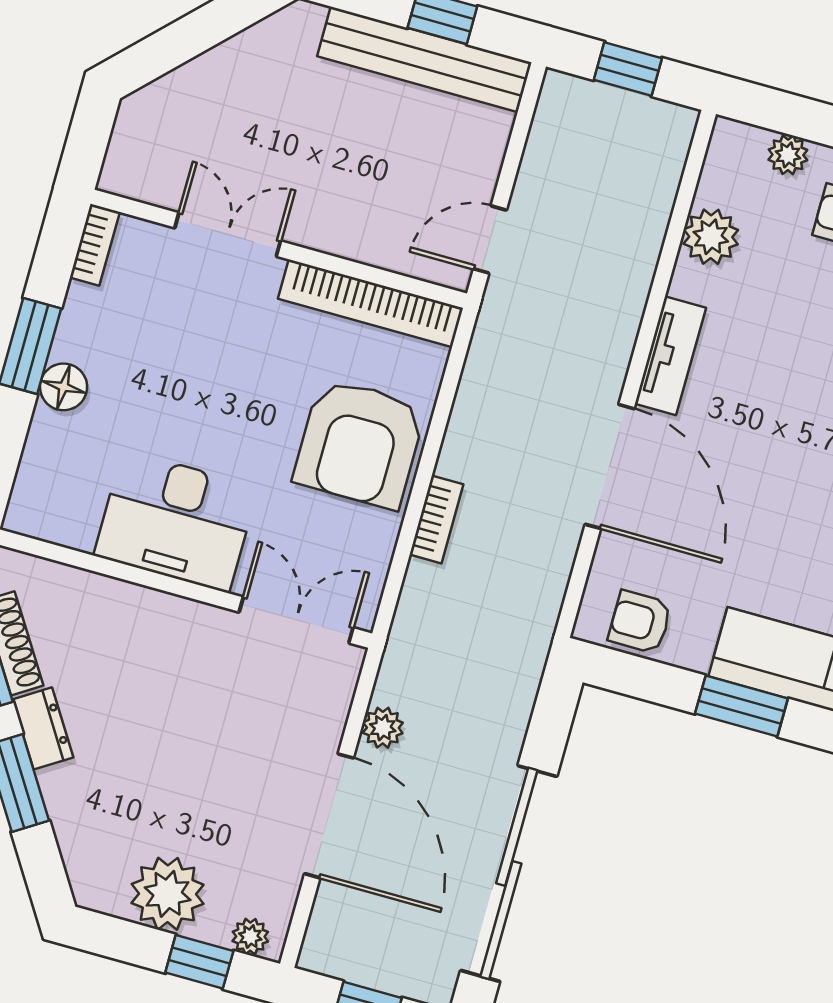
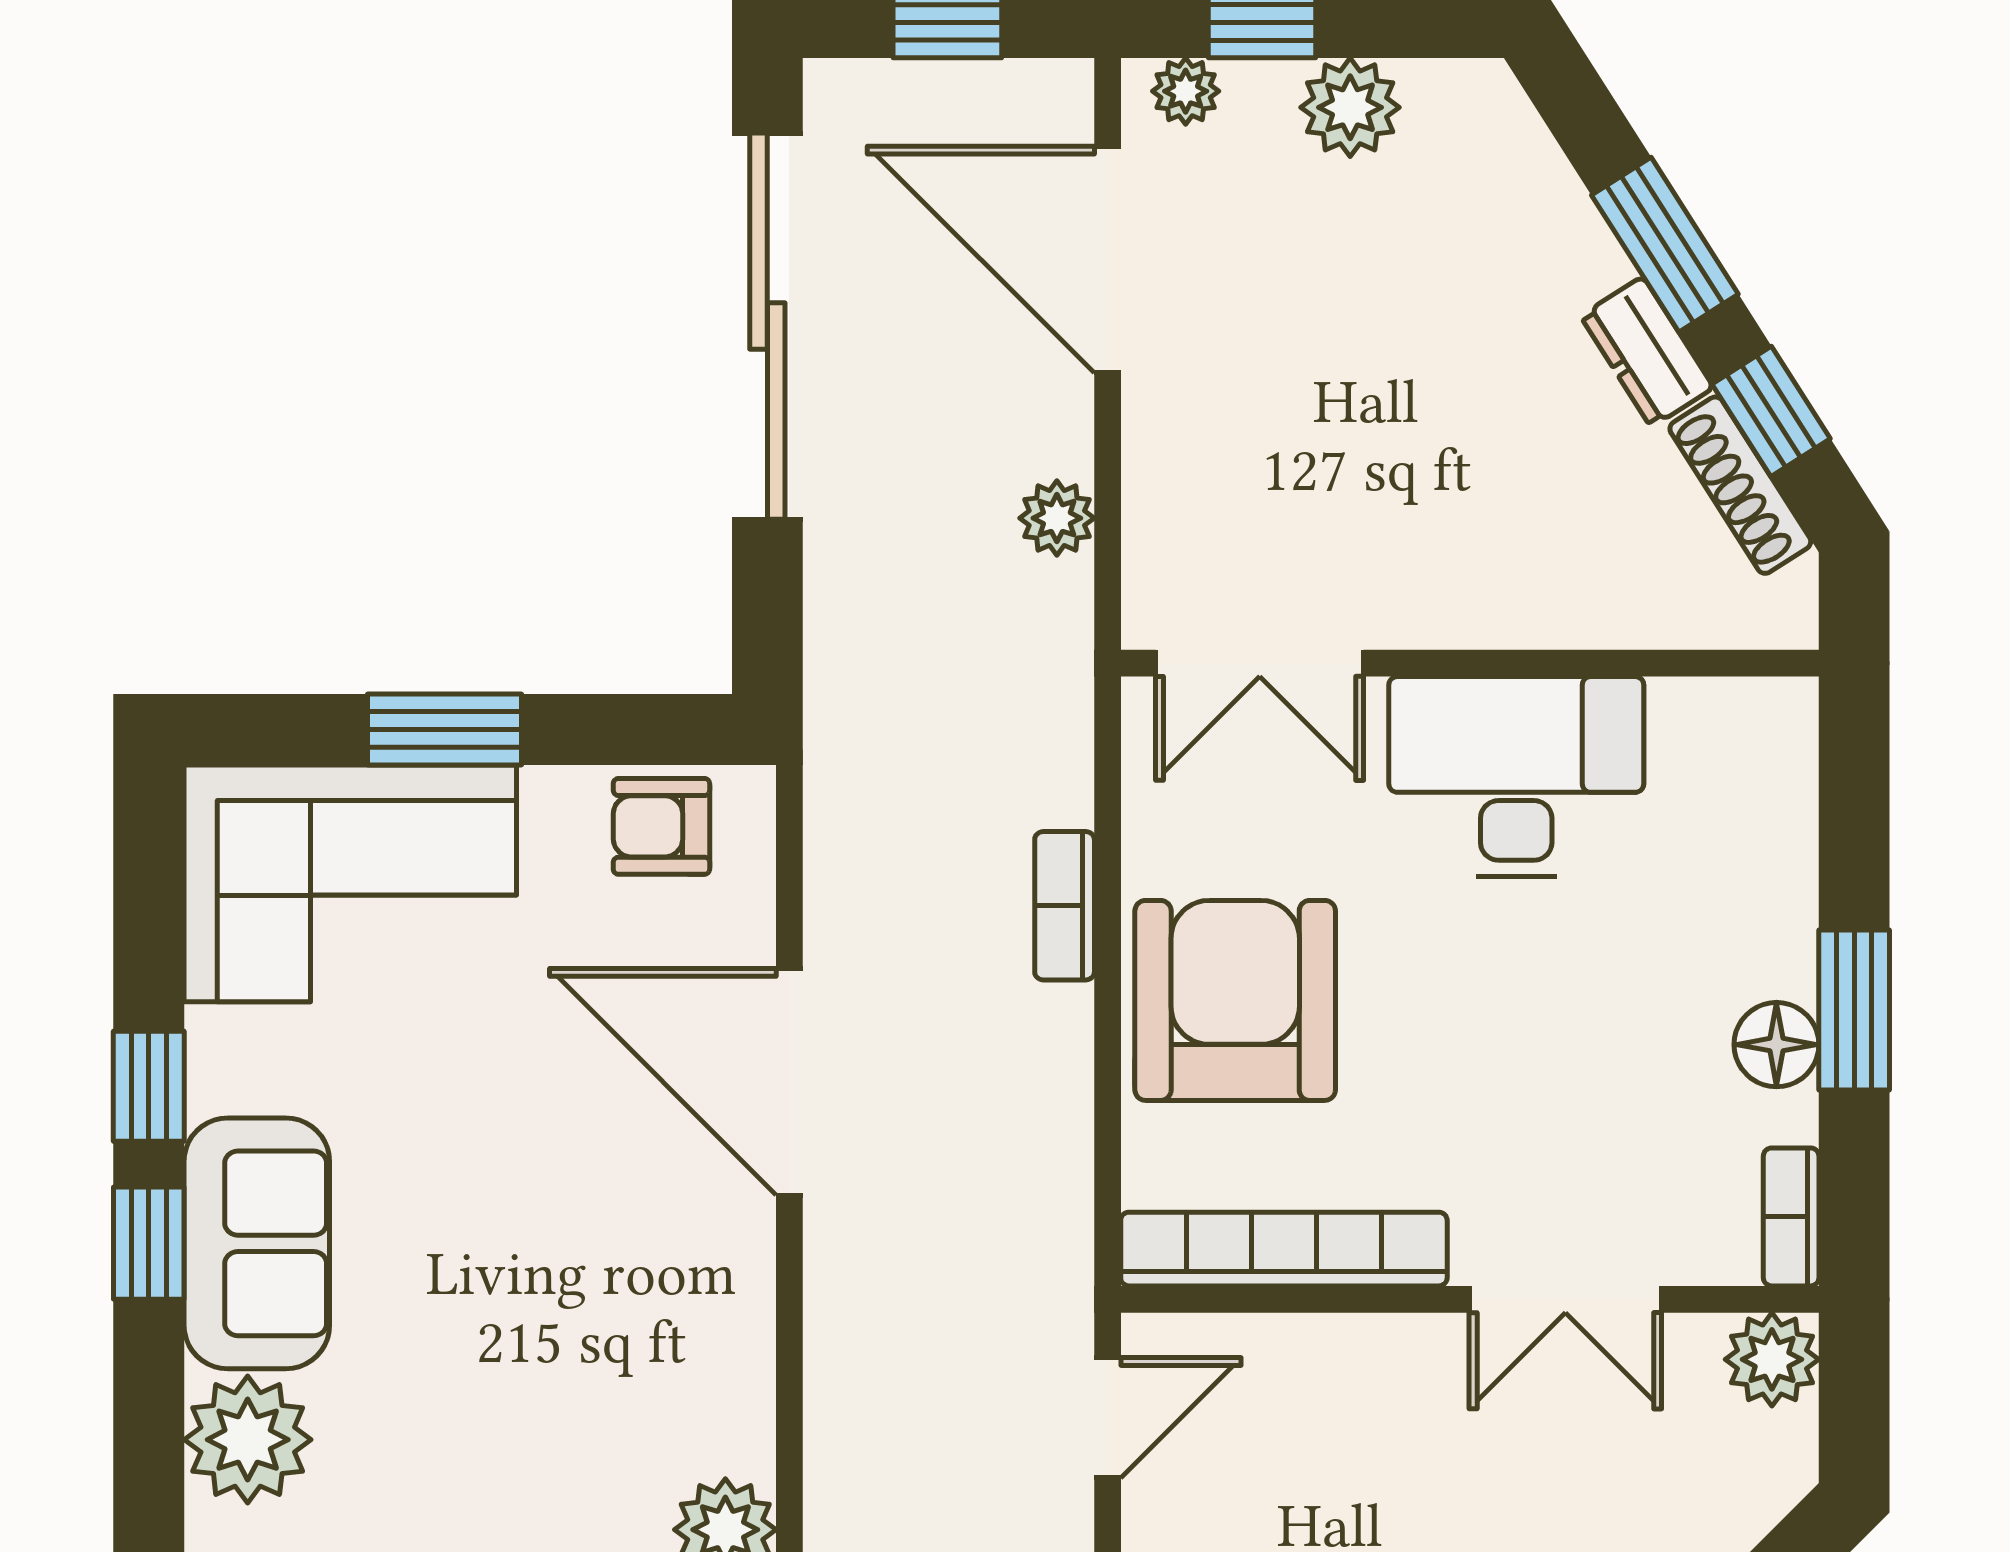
plant: (126, 172) -> (1772, 1359), added
tv unit: (670, 356) -> (738, 1303), removed
floor lamp: (64, 387) -> (1776, 1045), moved
armchair: (640, 622) -> (661, 826), turned 180
door: (329, 816) -> (1108, 260), moved
plant: (168, 894) -> (1350, 107), width x0.73, depth x0.73

